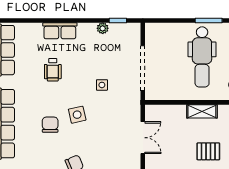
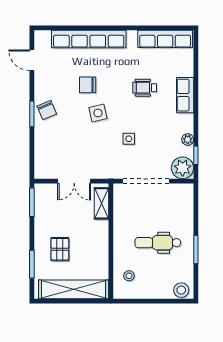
plant: (130, 33) -> (183, 168), added
dental chair: (202, 57) -> (158, 243), width x0.73, depth x0.72
shelving: (202, 111) -> (101, 203), moved
chair: (50, 125) -> (88, 85), turned 180

